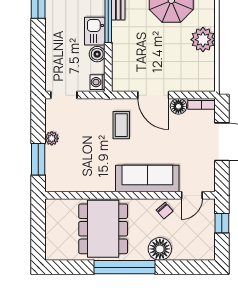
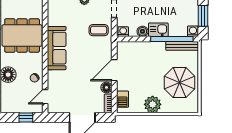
barbecue: (195, 83) -> (122, 99), added
coffee table: (121, 125) -> (99, 30), moved
sofa: (147, 179) -> (57, 48), moved
door: (192, 195) -> (45, 97), hinge flipped

